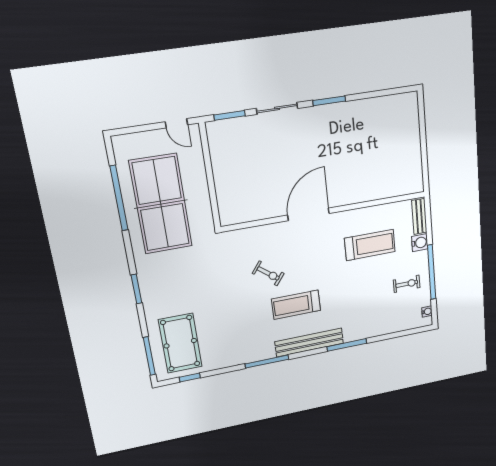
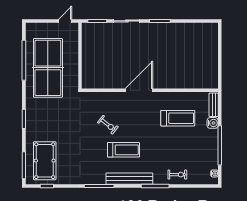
door: (176, 123) -> (65, 21), swing flipped
exercise bike: (407, 284) -> (177, 175), moved
treadmill: (296, 305) -> (124, 150), turned 180

